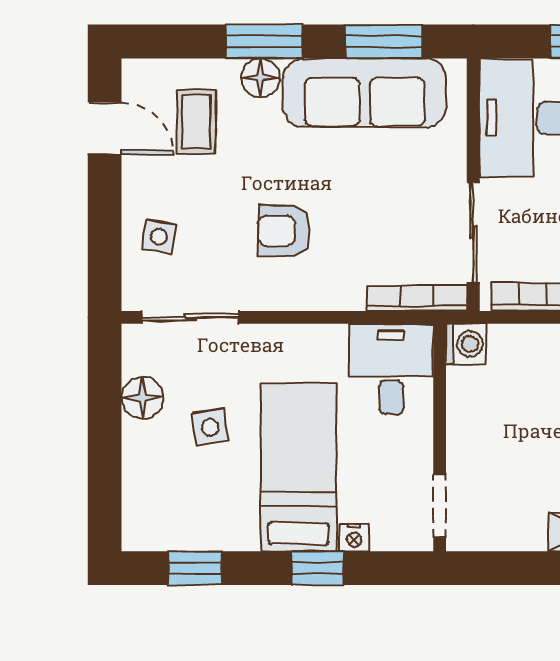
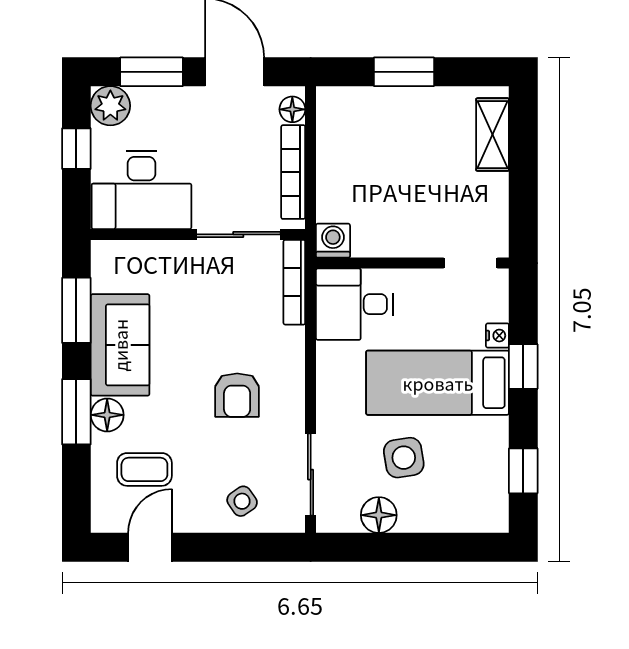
sofa: (365, 93) -> (120, 345), width x0.73
side table: (159, 237) -> (242, 501), turned 45
side table: (210, 427) -> (404, 458), width x1.37, depth x1.37

